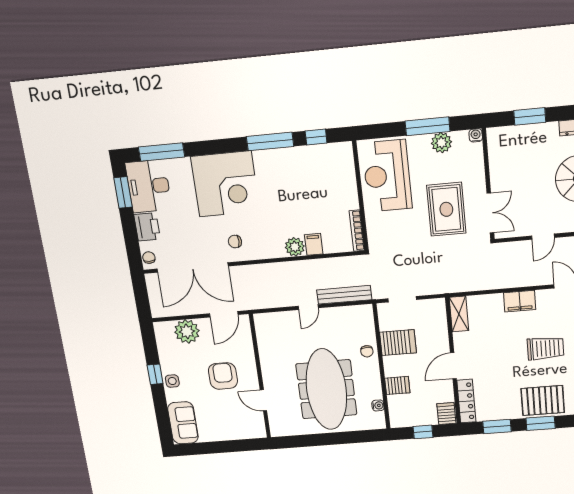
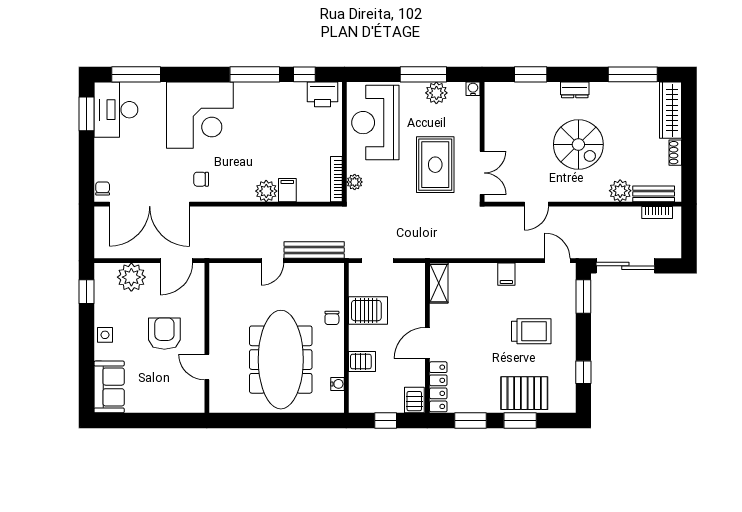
printer: (147, 227) -> (322, 94), moved, turned 90
plant: (374, 232) -> (355, 182), added
filing cabinet: (520, 301) -> (506, 274), width x0.50
window: (155, 374) -> (86, 292), moved

